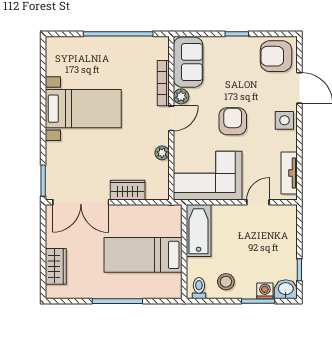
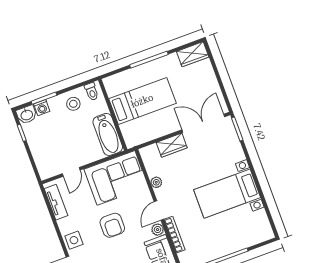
wardrobe: (56, 266) -> (193, 54), moved, turned -90

